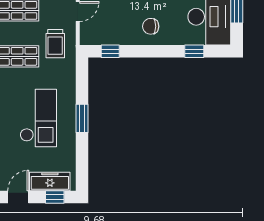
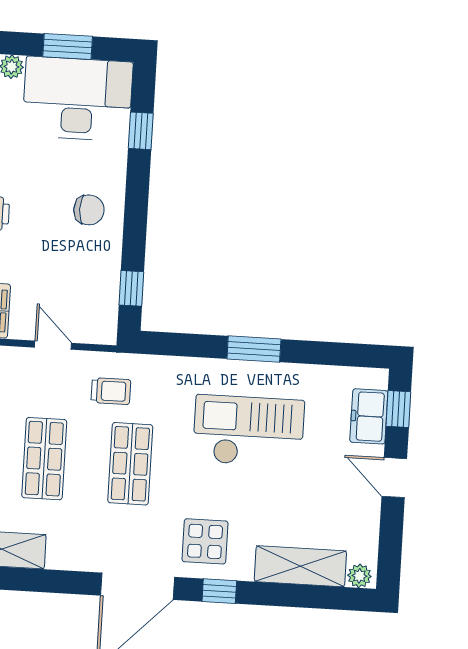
chair: (151, 26) -> (89, 210), turned -90
trolley: (55, 44) -> (111, 391), width x0.73, depth x0.72
freezer: (50, 182) -> (369, 416), width x0.71

